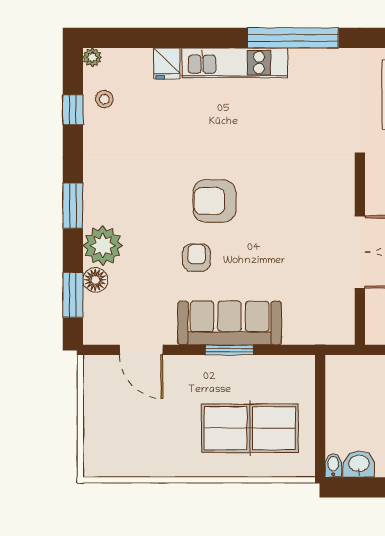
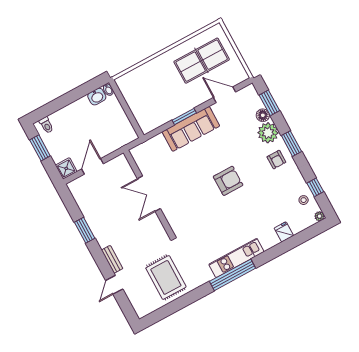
kitchen unit: (235, 63) -> (236, 258), moved
armchair: (197, 257) -> (276, 160), moved
table tennis table: (250, 428) -> (202, 61), moved

